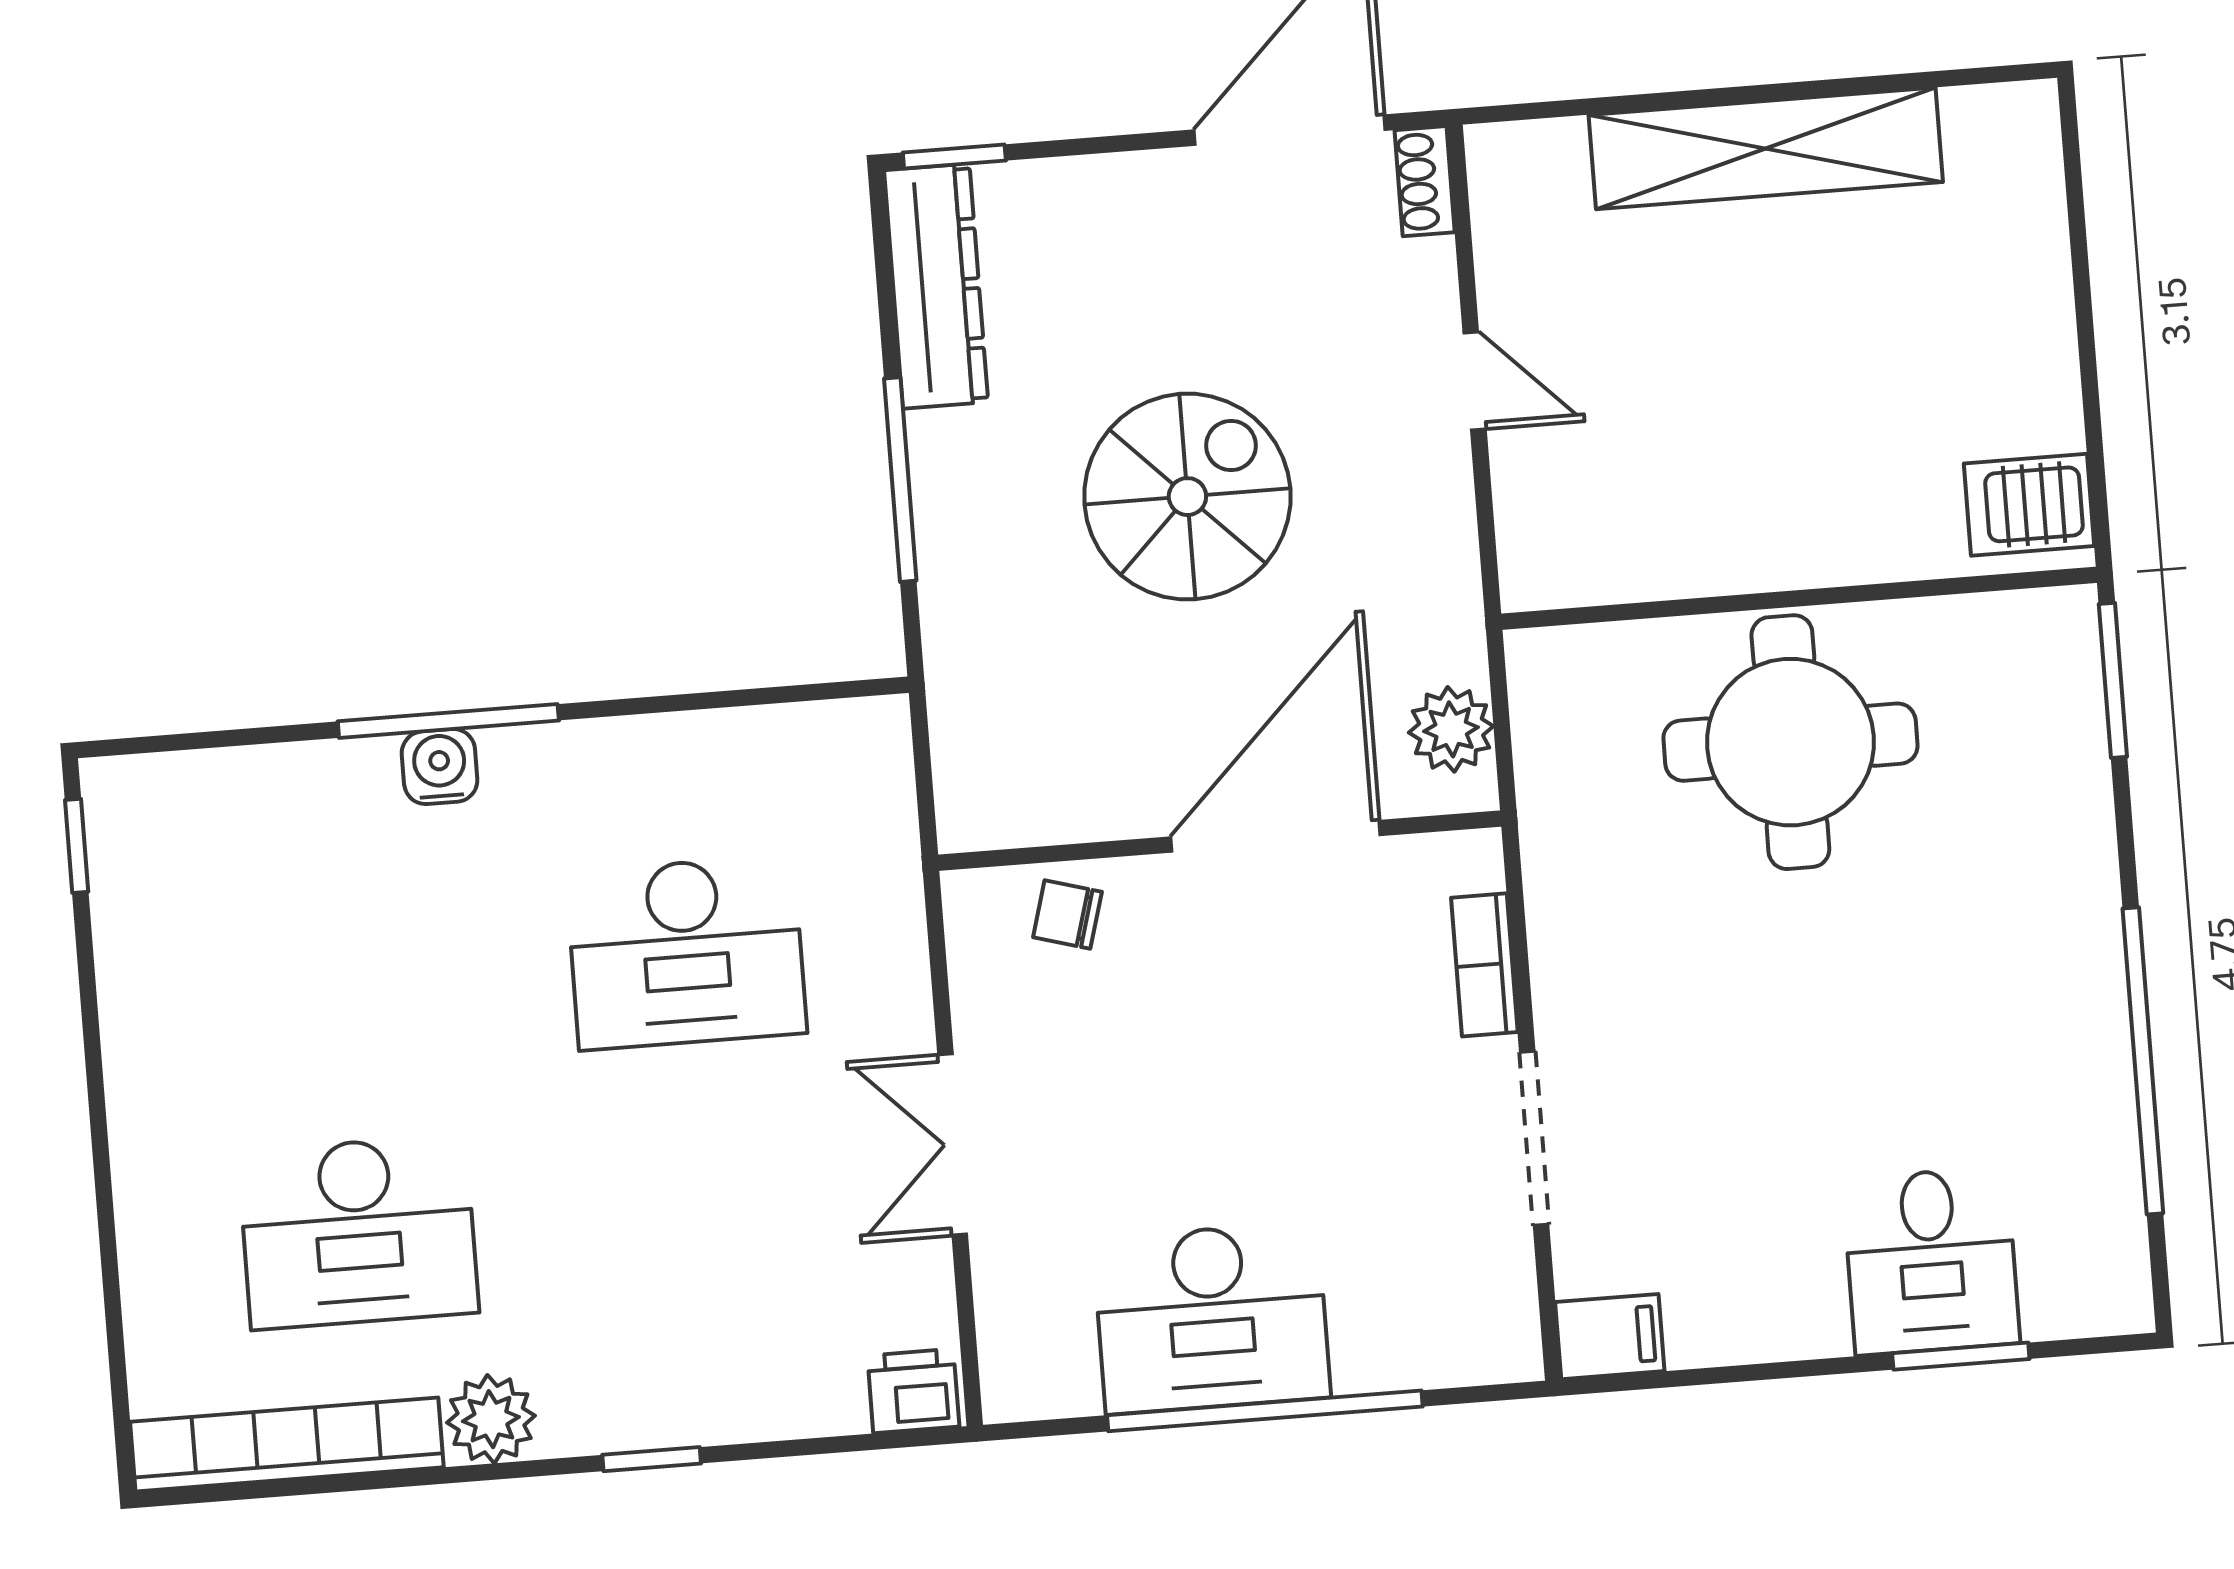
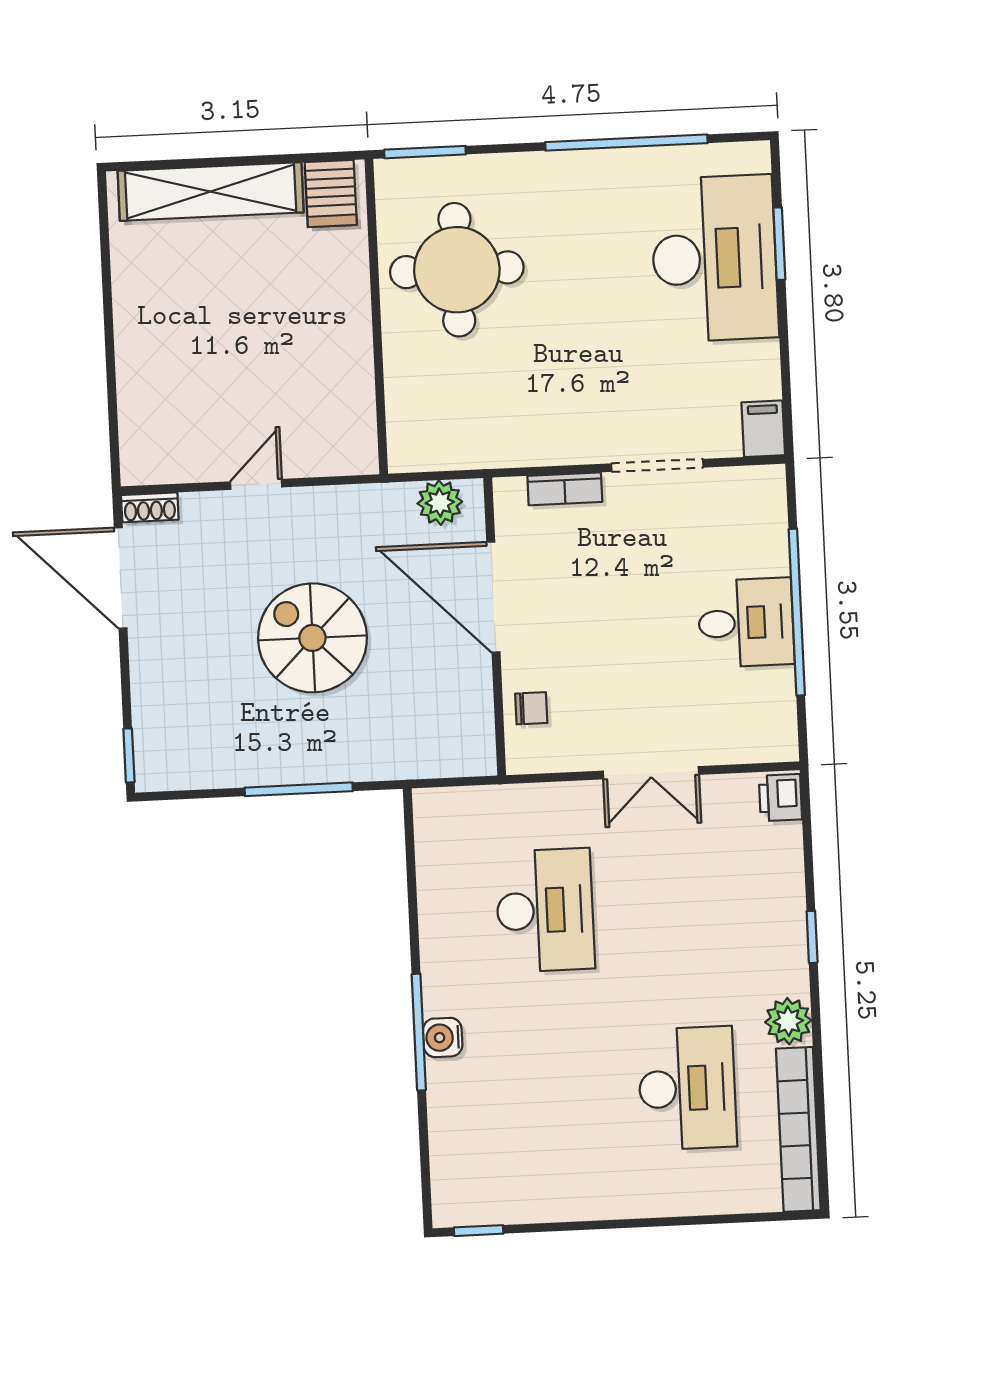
shelving: (1766, 148) -> (211, 192), moved, turned 90
dresser: (936, 286) -> (197, 767), removed
round table: (1790, 742) -> (457, 270), moved
chair: (1067, 915) -> (531, 708), turned -106
desk: (1931, 1261) -> (714, 258), width x1.87, depth x1.30
desk: (1212, 1318) -> (746, 623), width x0.73

